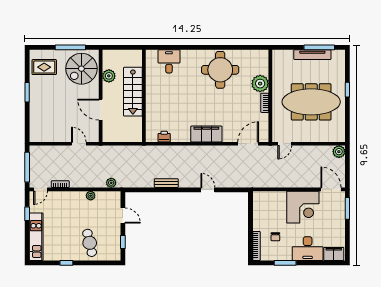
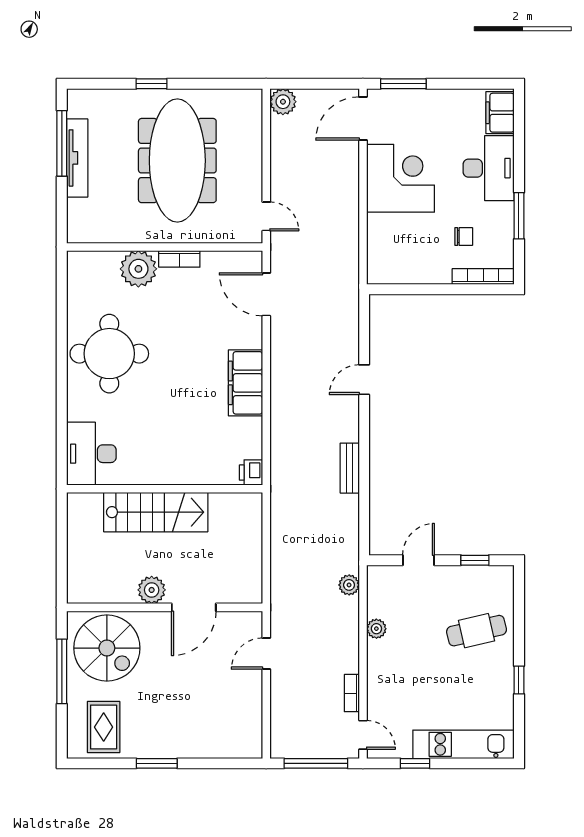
desk: (169, 61) -> (91, 454), width x1.37
plant: (109, 76) -> (152, 590), moved
stairs: (133, 92) -> (156, 512), moved
wall: (144, 96) -> (165, 489), moved

